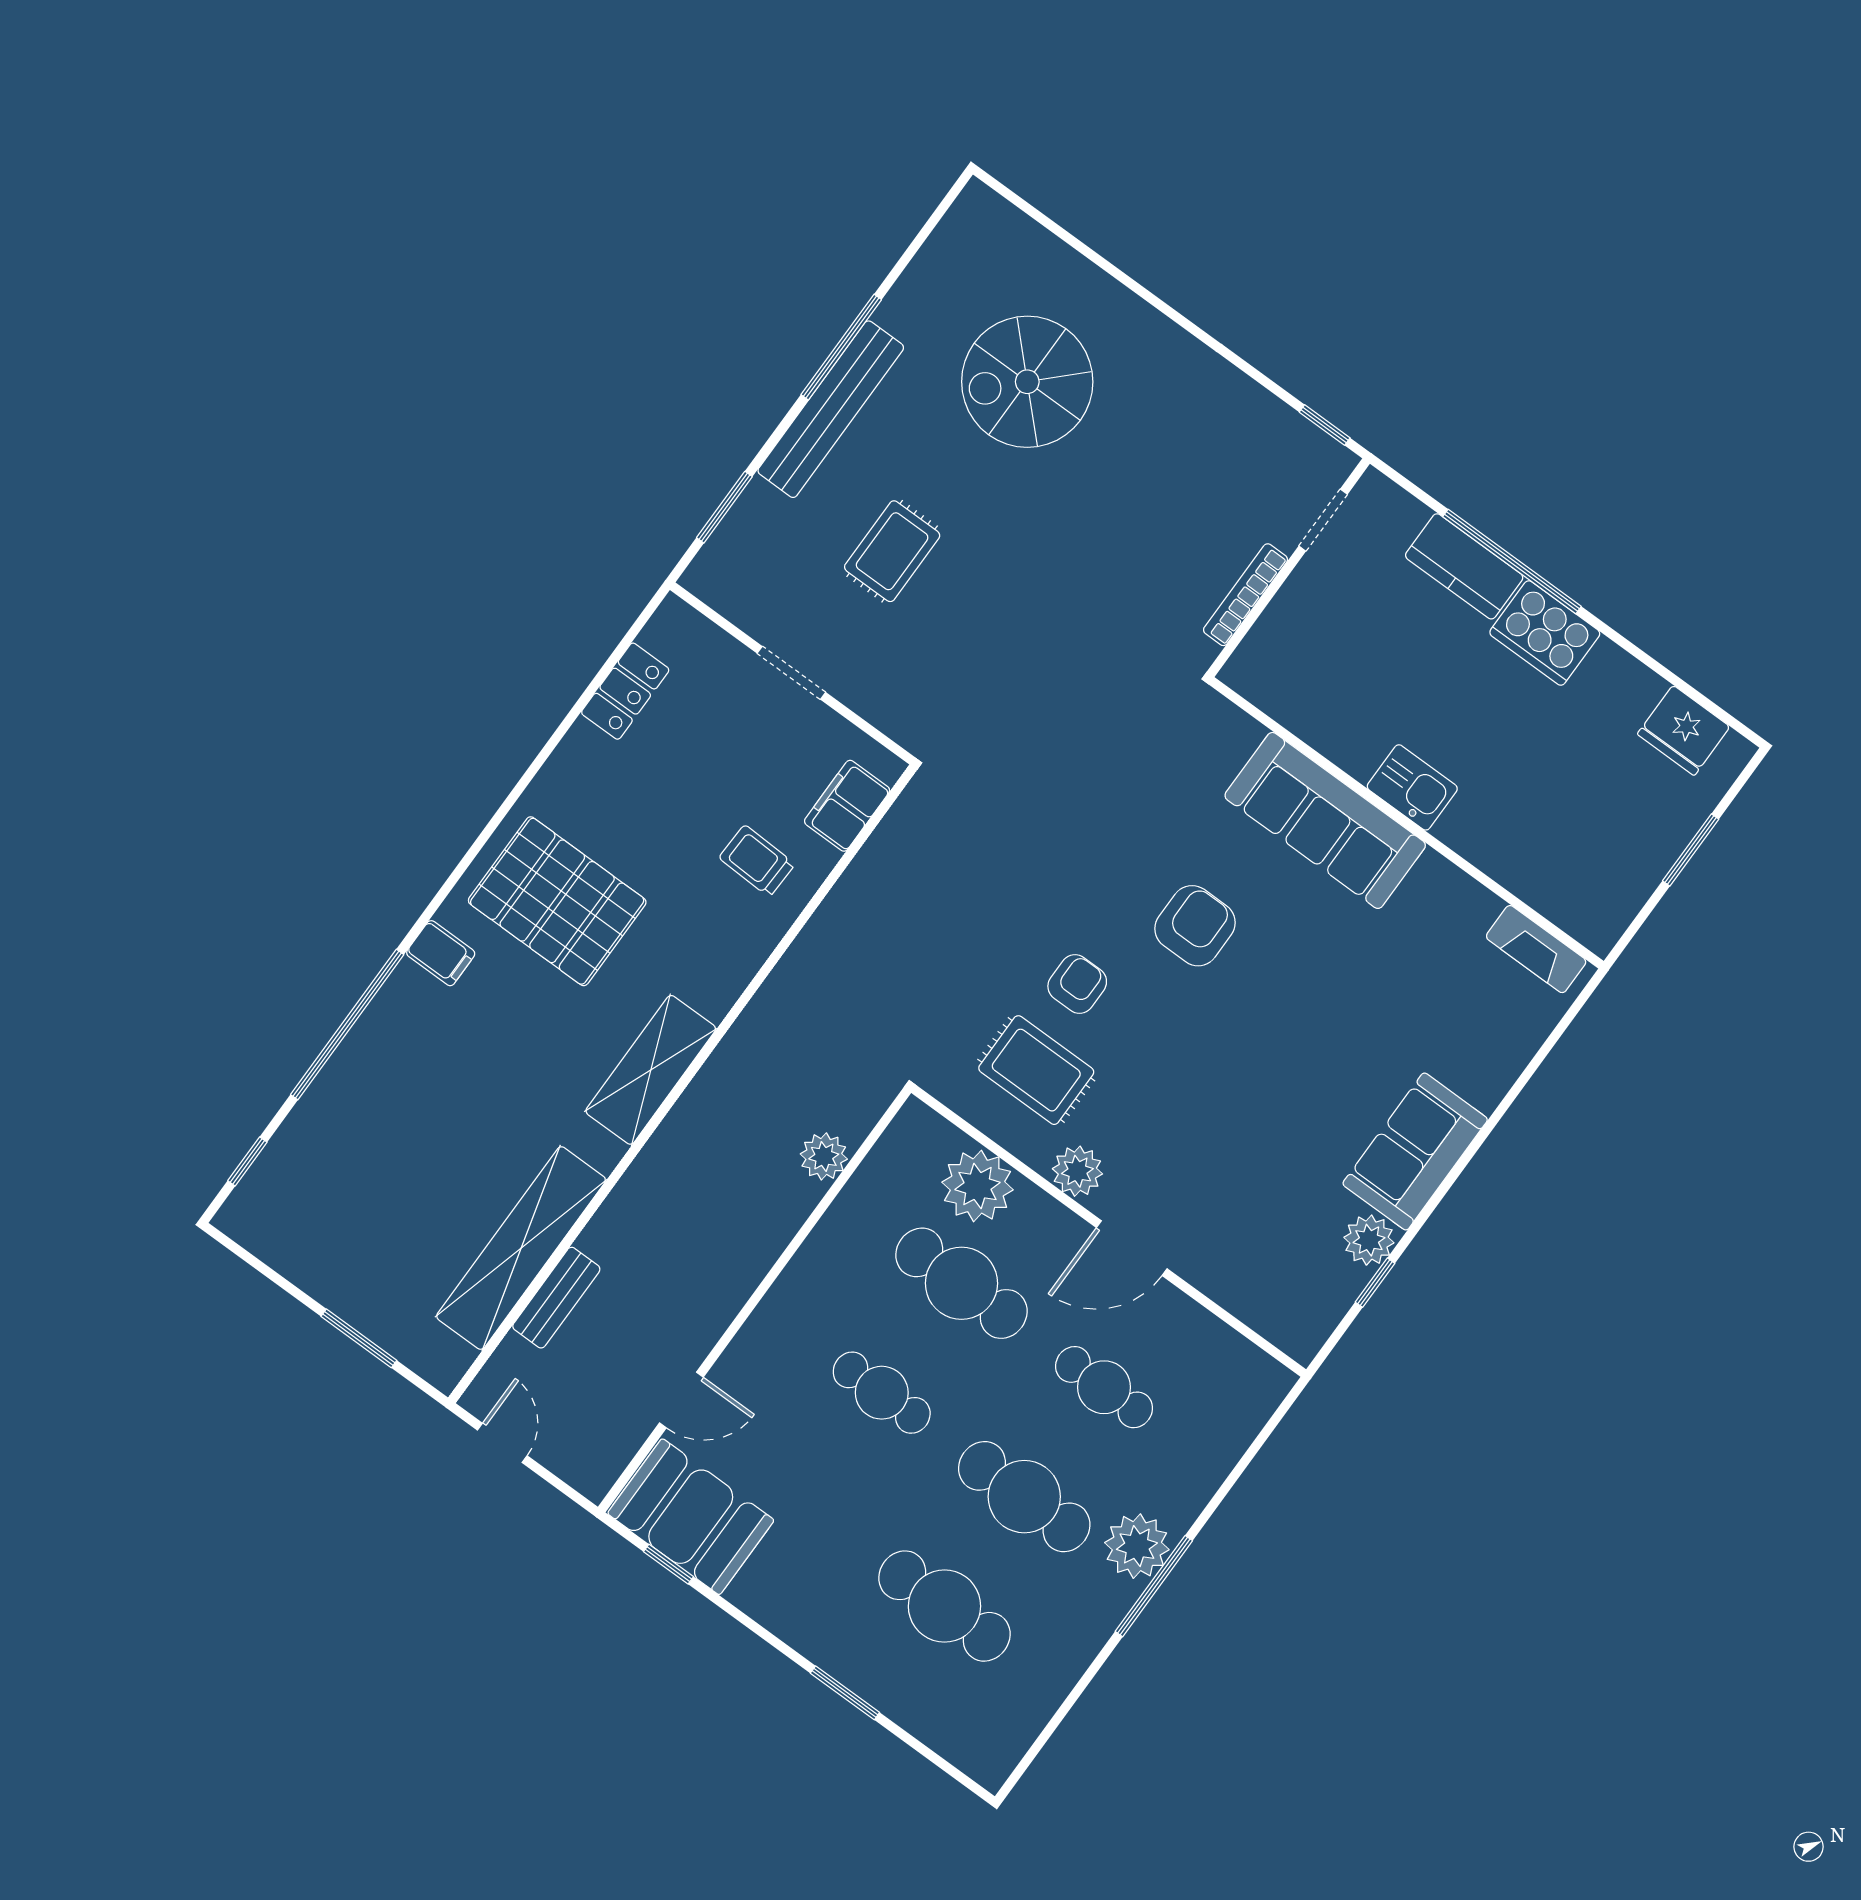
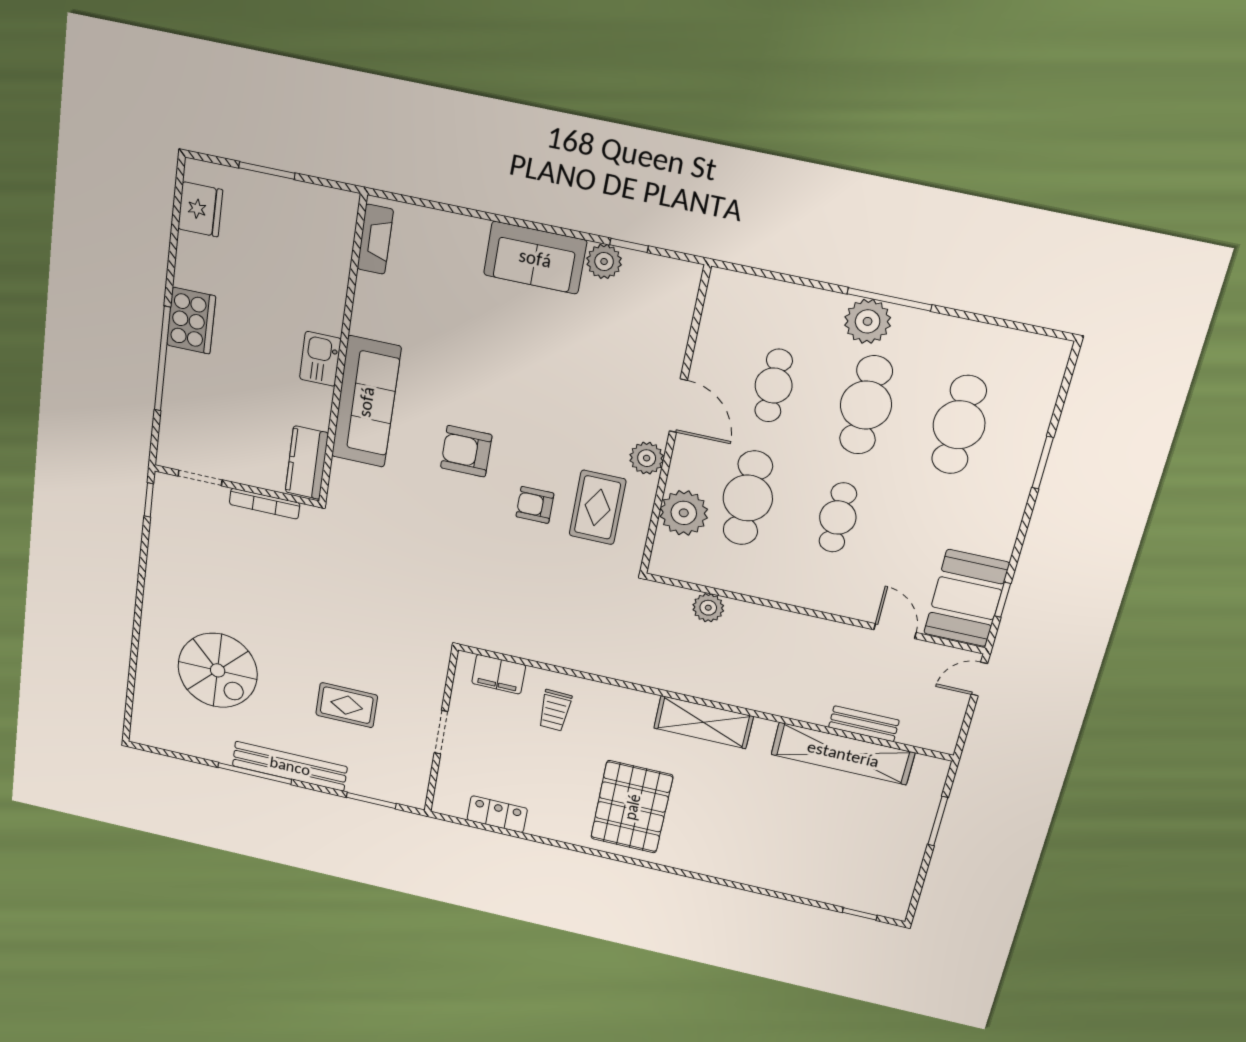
kitchen counter: (1464, 566) -> (307, 463), moved, turned 180
filing cabinet: (441, 953) -> (691, 856), removed
window: (347, 1025) -> (756, 890), removed
door: (502, 1443) -> (979, 679), moved

